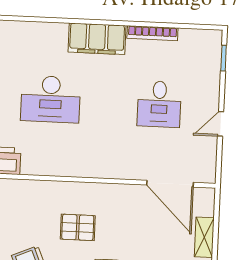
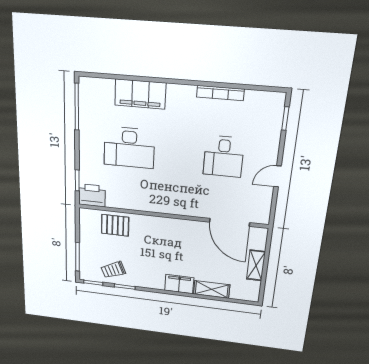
filing cabinet: (97, 39) -> (140, 94), moved
pallet: (78, 227) -> (115, 225), moved

